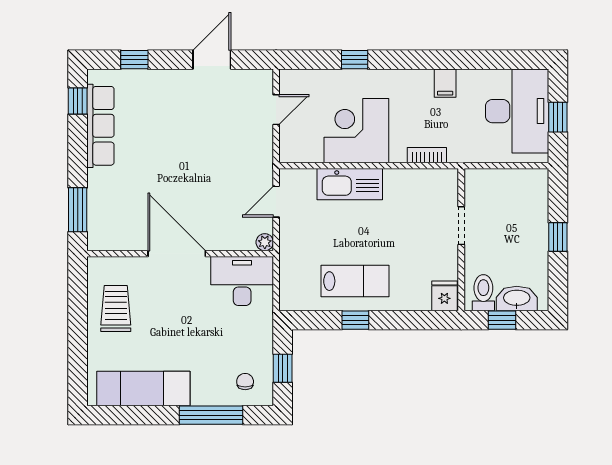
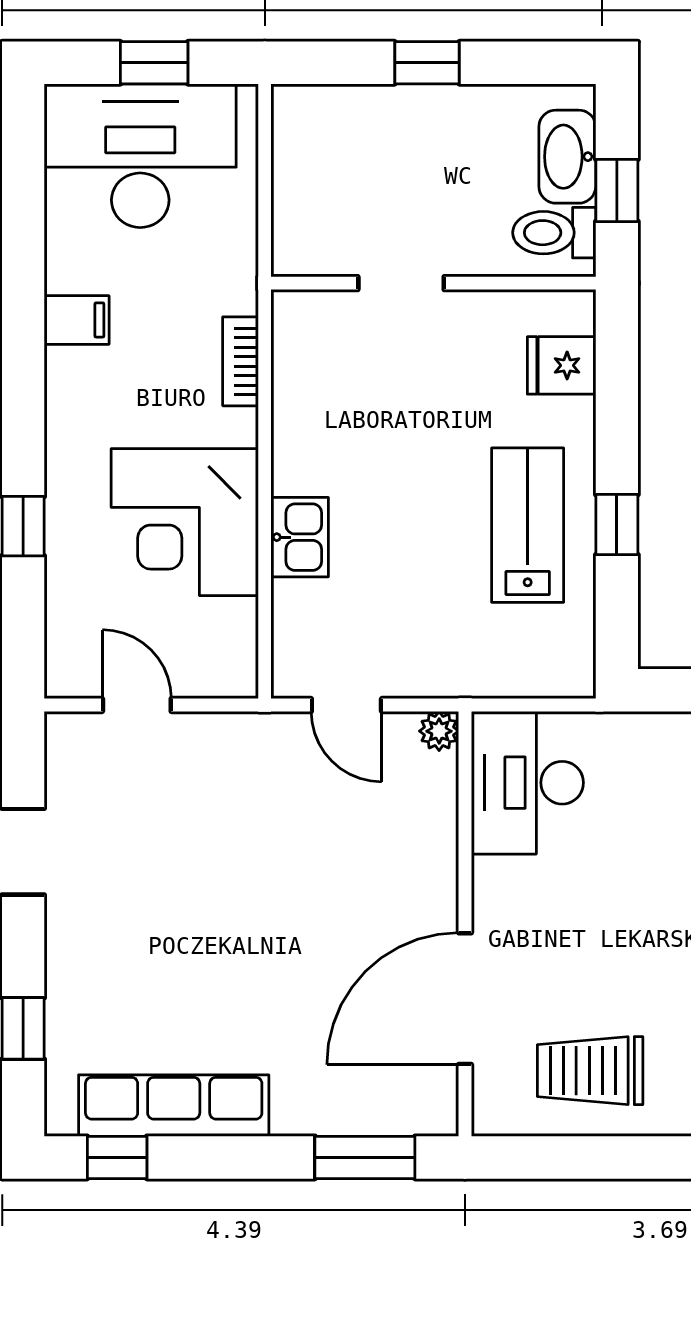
kitchen sink: (350, 184) -> (300, 537), width x0.53, depth x0.81
door: (177, 254) -> (465, 999), moved
fridge: (444, 296) -> (562, 365), moved

